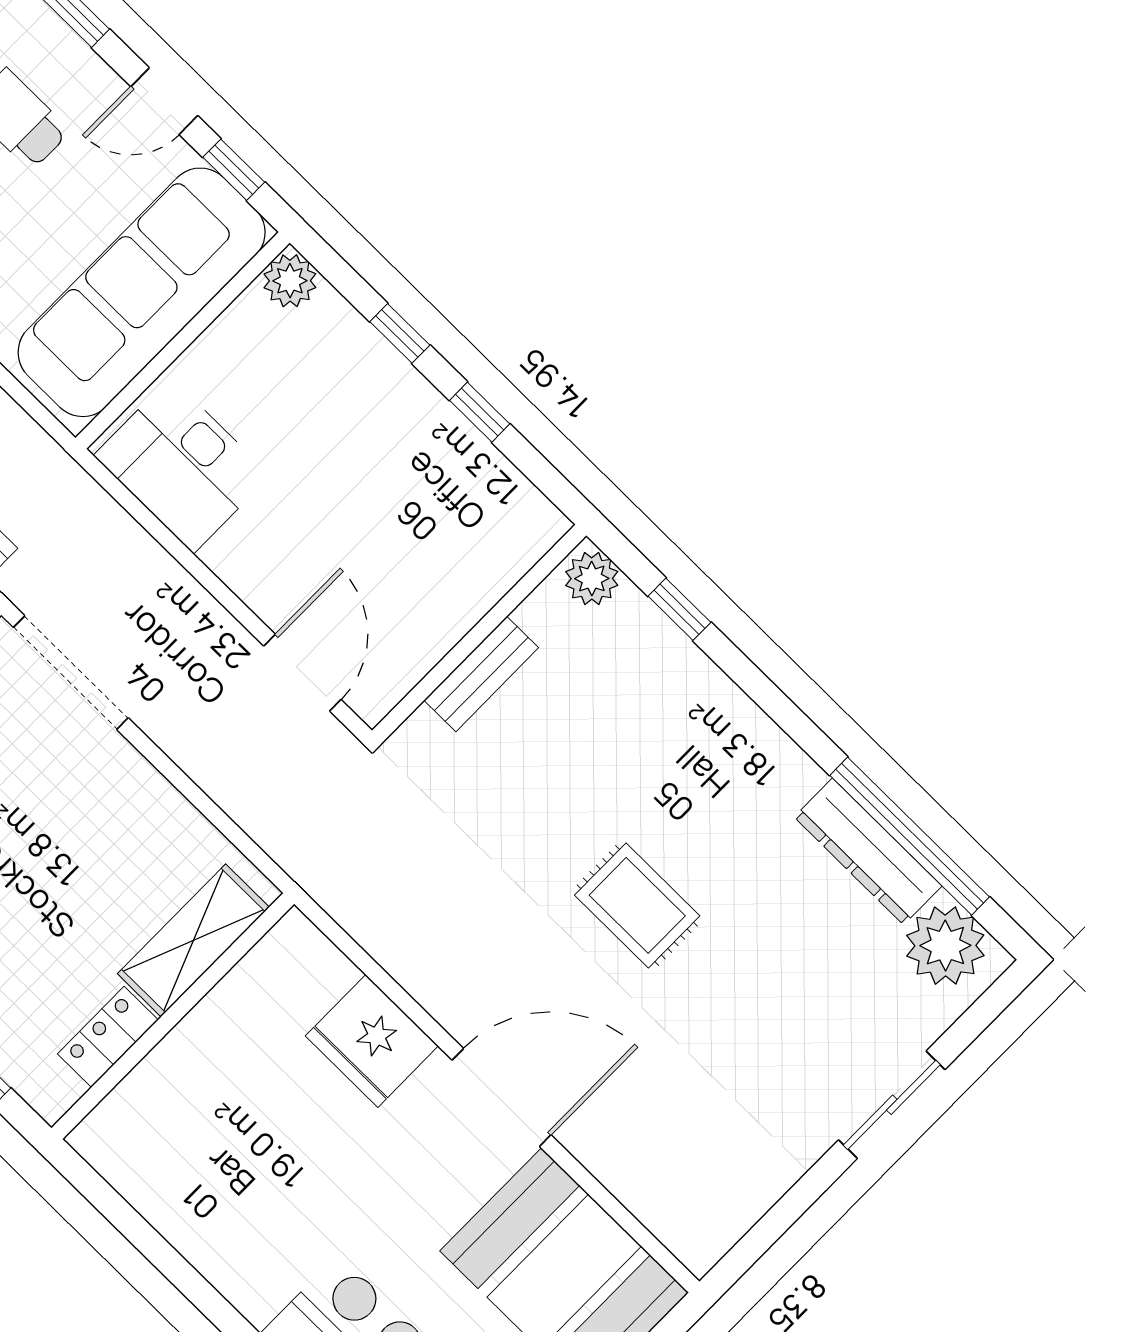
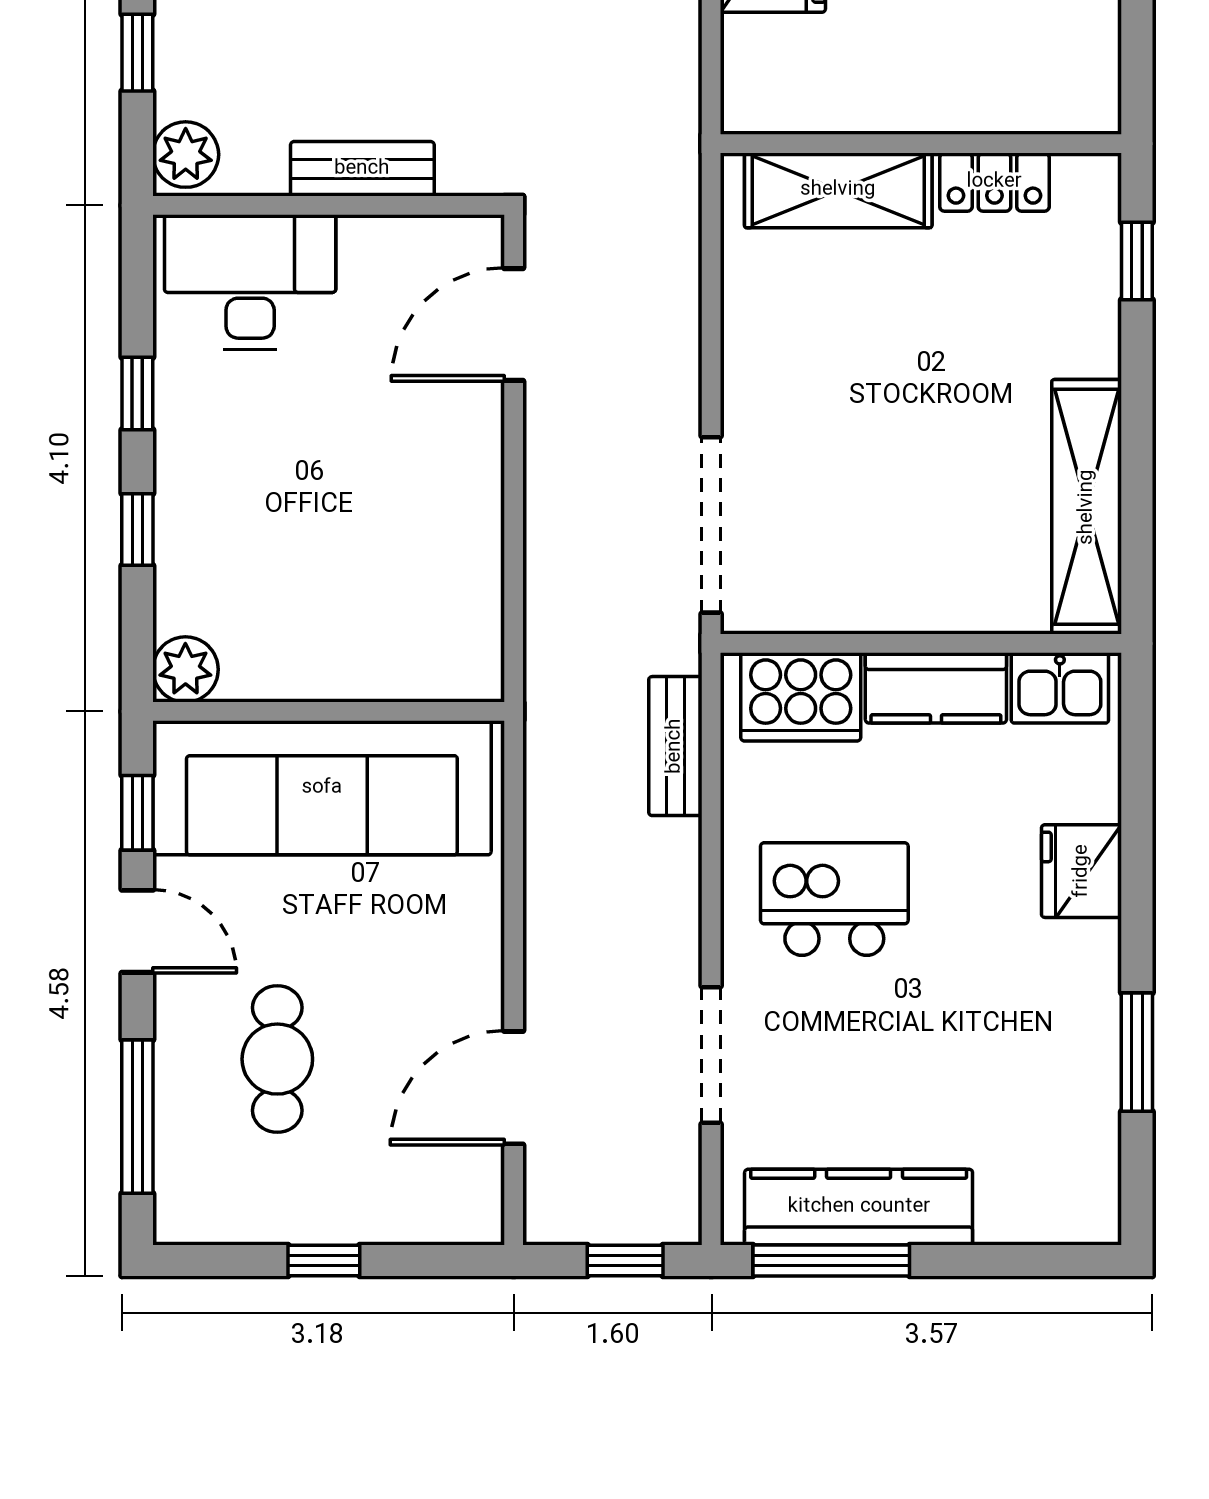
desk: (182, 466) -> (250, 282), moved, turned -90

